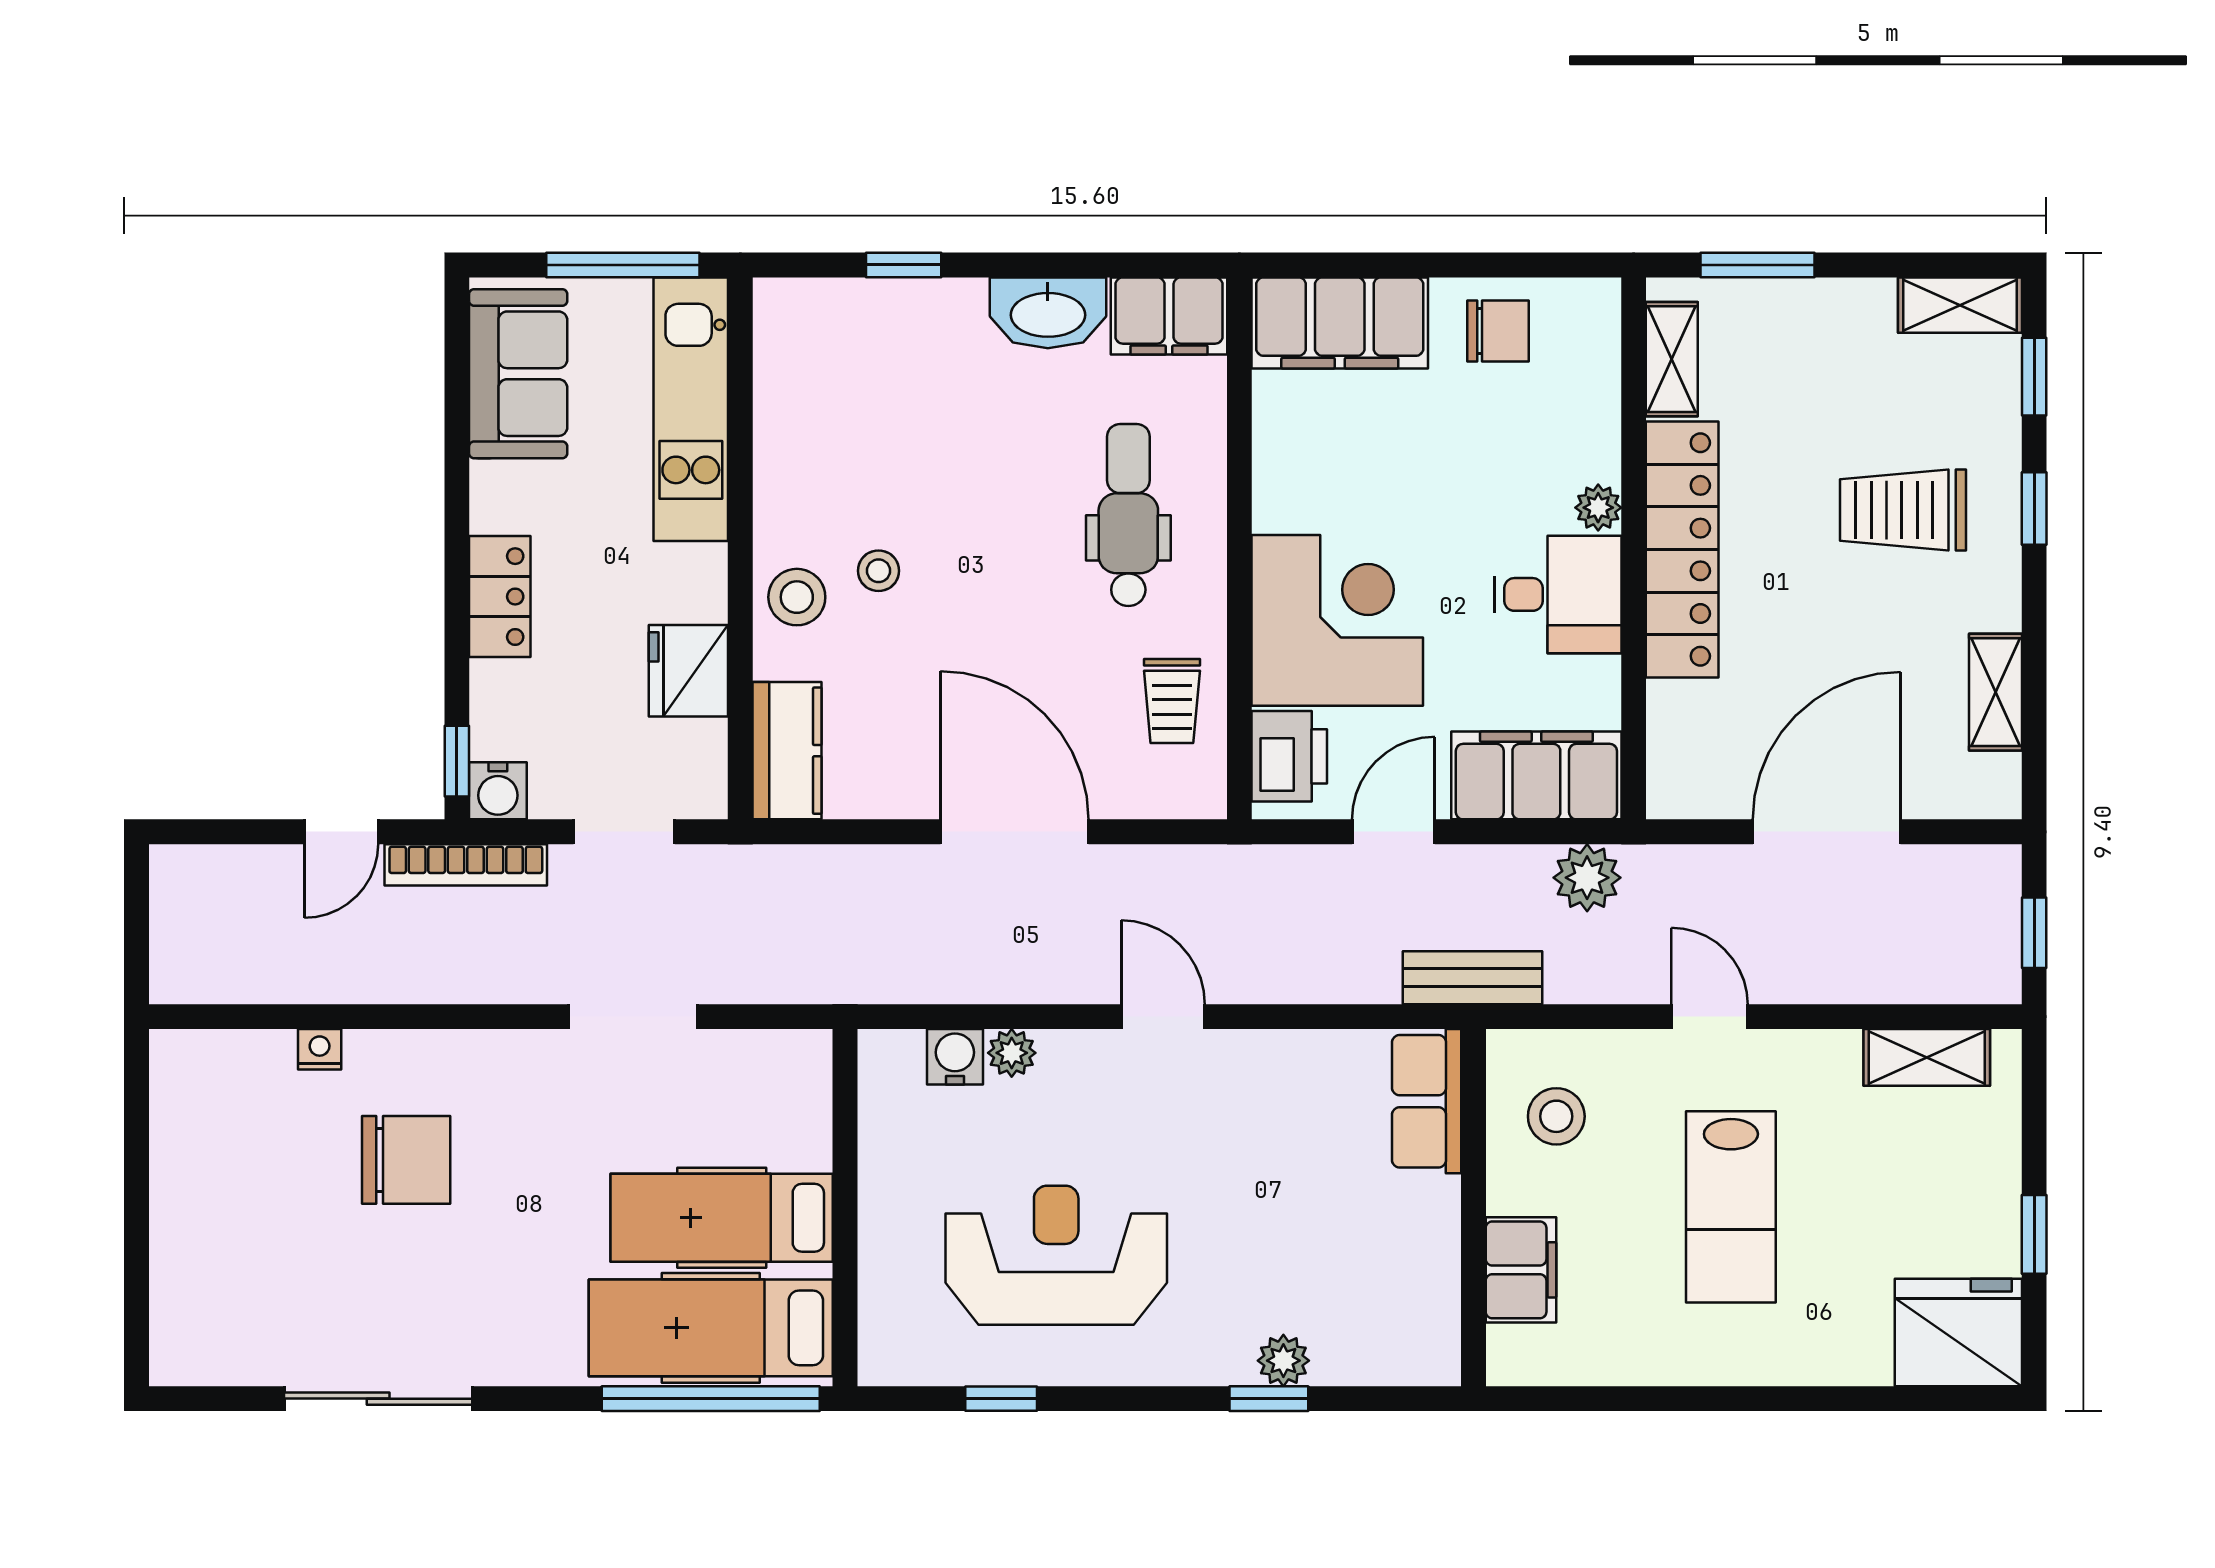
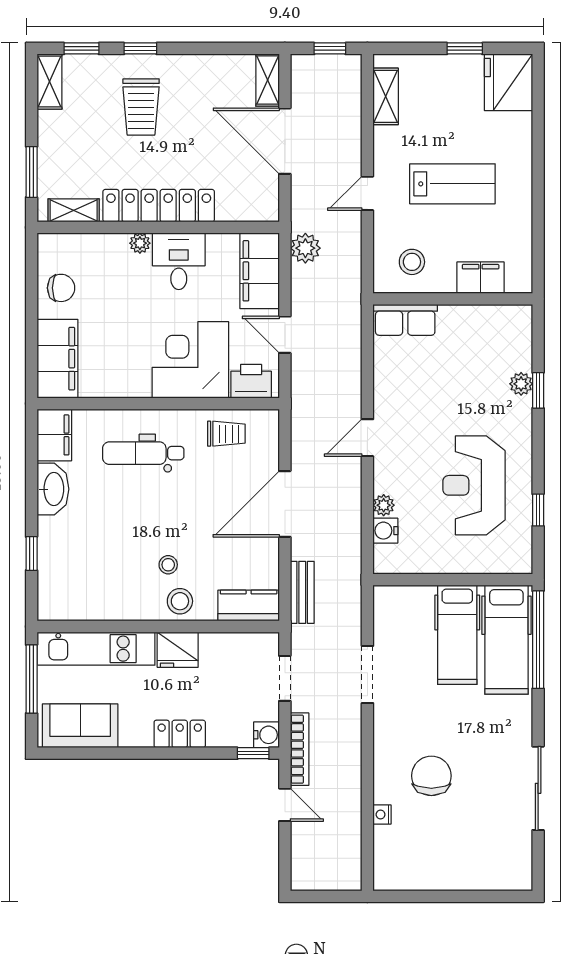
chair: (1498, 331) -> (61, 288), turned 90
fridge: (688, 671) -> (178, 650), moved
shelving: (1996, 692) -> (268, 80), moved, turned 90
bench: (1472, 978) -> (302, 592), moved

